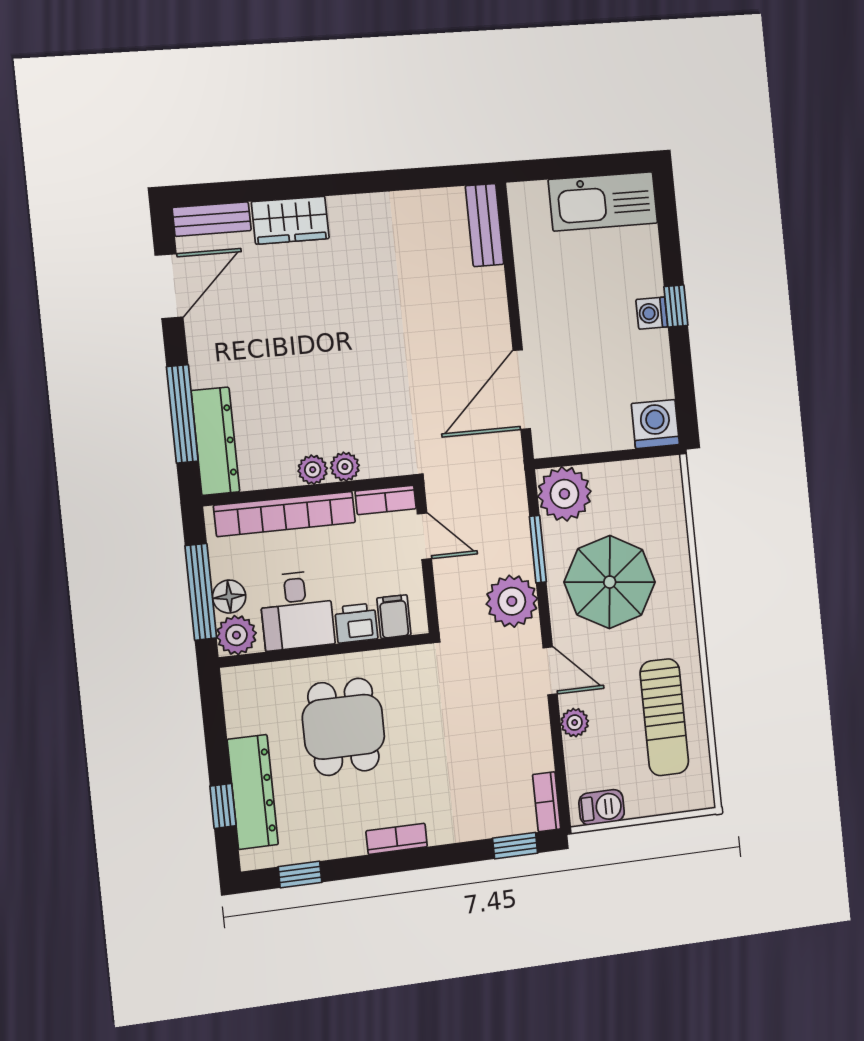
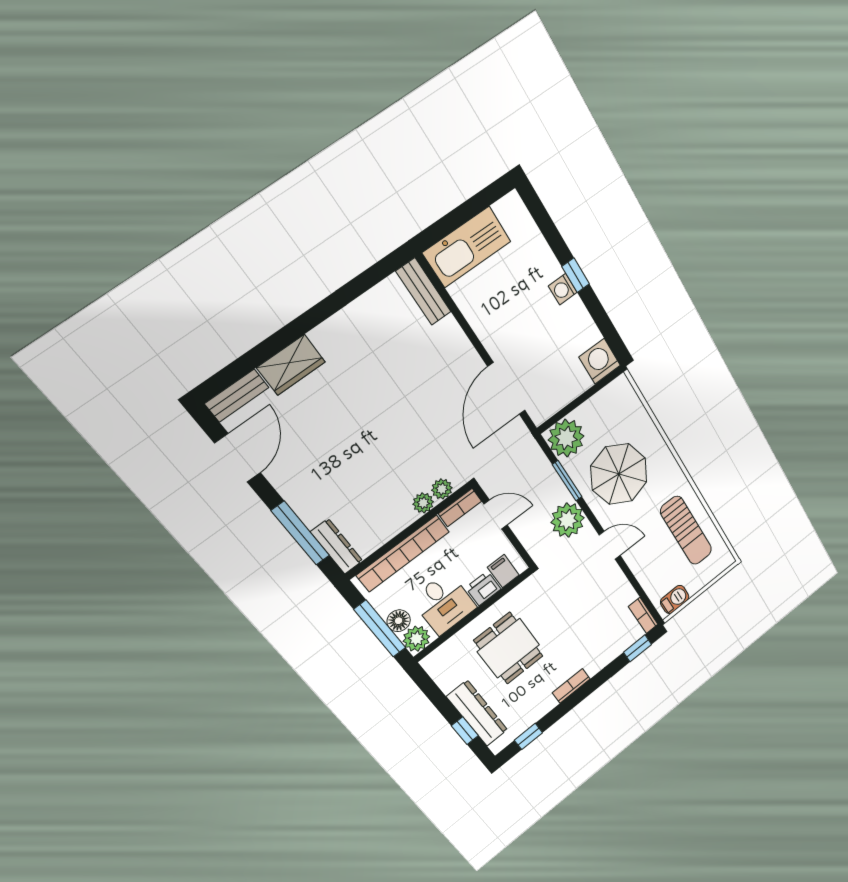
kitchen sink: (603, 201) -> (467, 247), moved
dresser: (215, 441) -> (337, 546), width x0.73, depth x0.80
plant: (313, 470) -> (442, 489), moved
plant: (575, 723) -> (638, 565), removed

